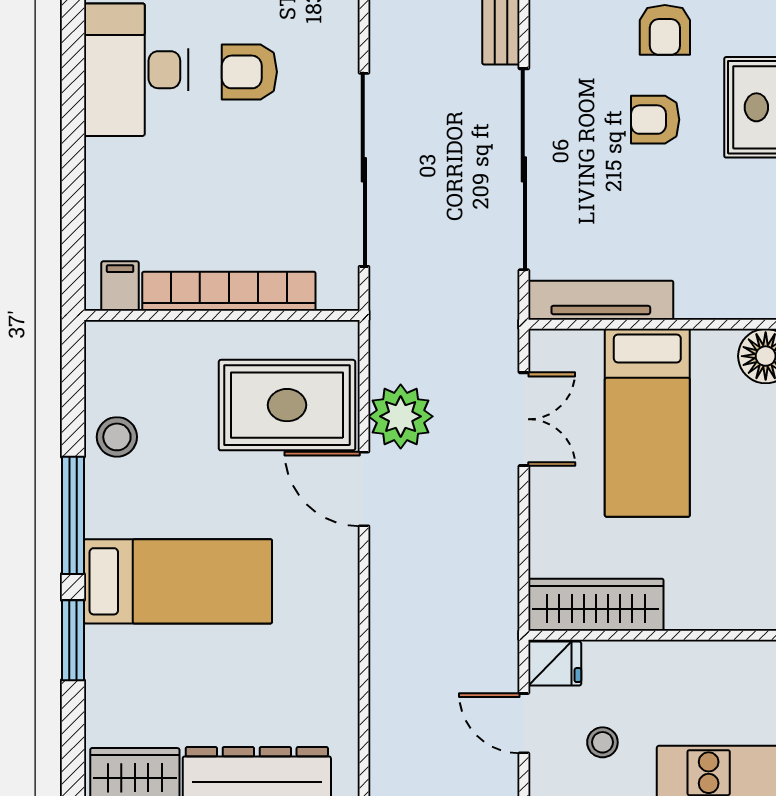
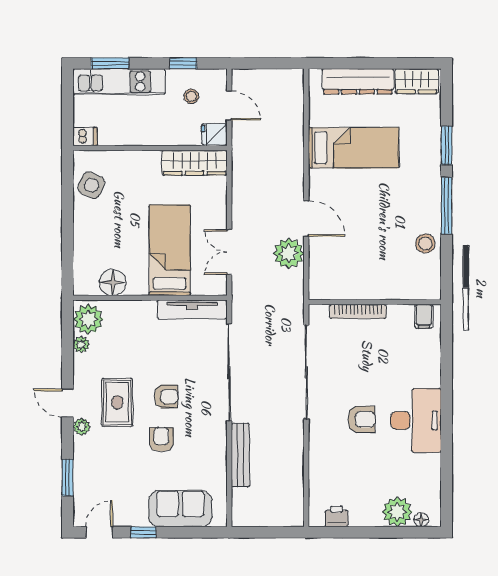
bookcase: (229, 291) -> (358, 311), width x0.68, depth x0.76
rug: (287, 405) -> (343, 259), removed
bed: (178, 581) -> (354, 148), moved, turned 180

